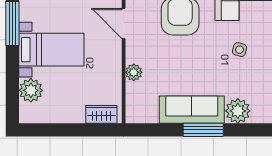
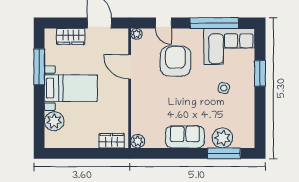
plant: (134, 72) -> (138, 141), moved
sofa: (192, 110) -> (185, 137), width x0.73
window: (203, 130) -> (224, 153), moved

